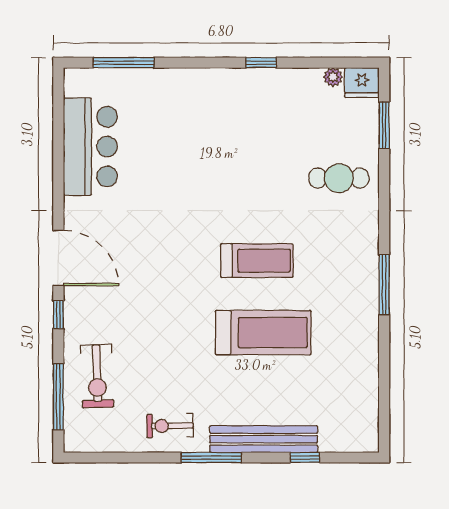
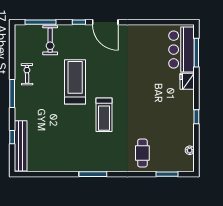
fridge: (362, 82) -> (187, 81), moved
bar counter: (90, 147) -> (181, 50), moved, turned 90
door: (58, 258) -> (105, 22), hinge flipped
treadmill: (263, 333) -> (75, 82), moved, turned 180
exercise bike: (97, 376) -> (50, 40), turned -88
bench: (264, 439) -> (21, 146), moved

